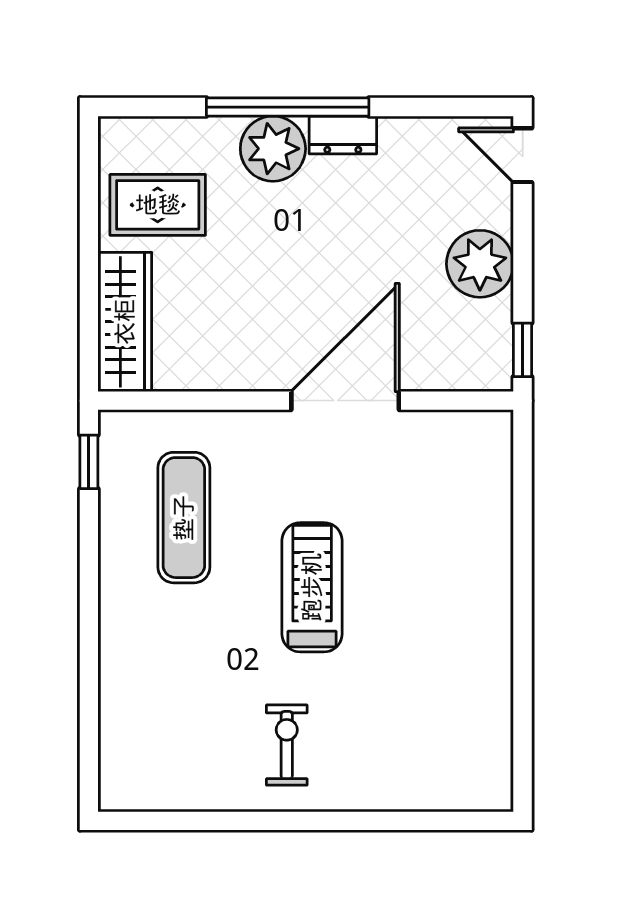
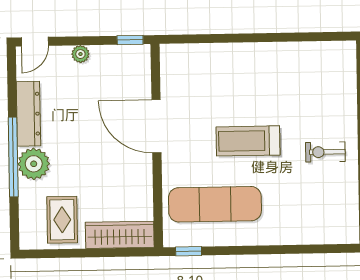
dresser: (343, 135) -> (28, 114), width x1.96, depth x1.24
plant: (480, 264) -> (80, 54), width x0.53, depth x0.53
exercise mat: (184, 518) -> (215, 204), width x1.36, depth x1.45

